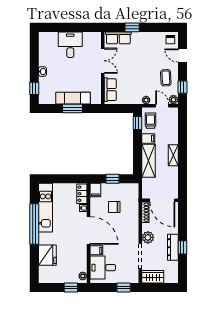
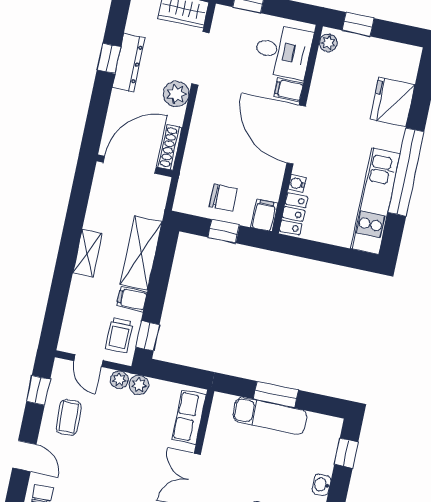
plant: (173, 100) -> (139, 385), moved
door: (162, 200) -> (130, 165), hinge flipped
chair: (114, 207) -> (223, 198), moved

